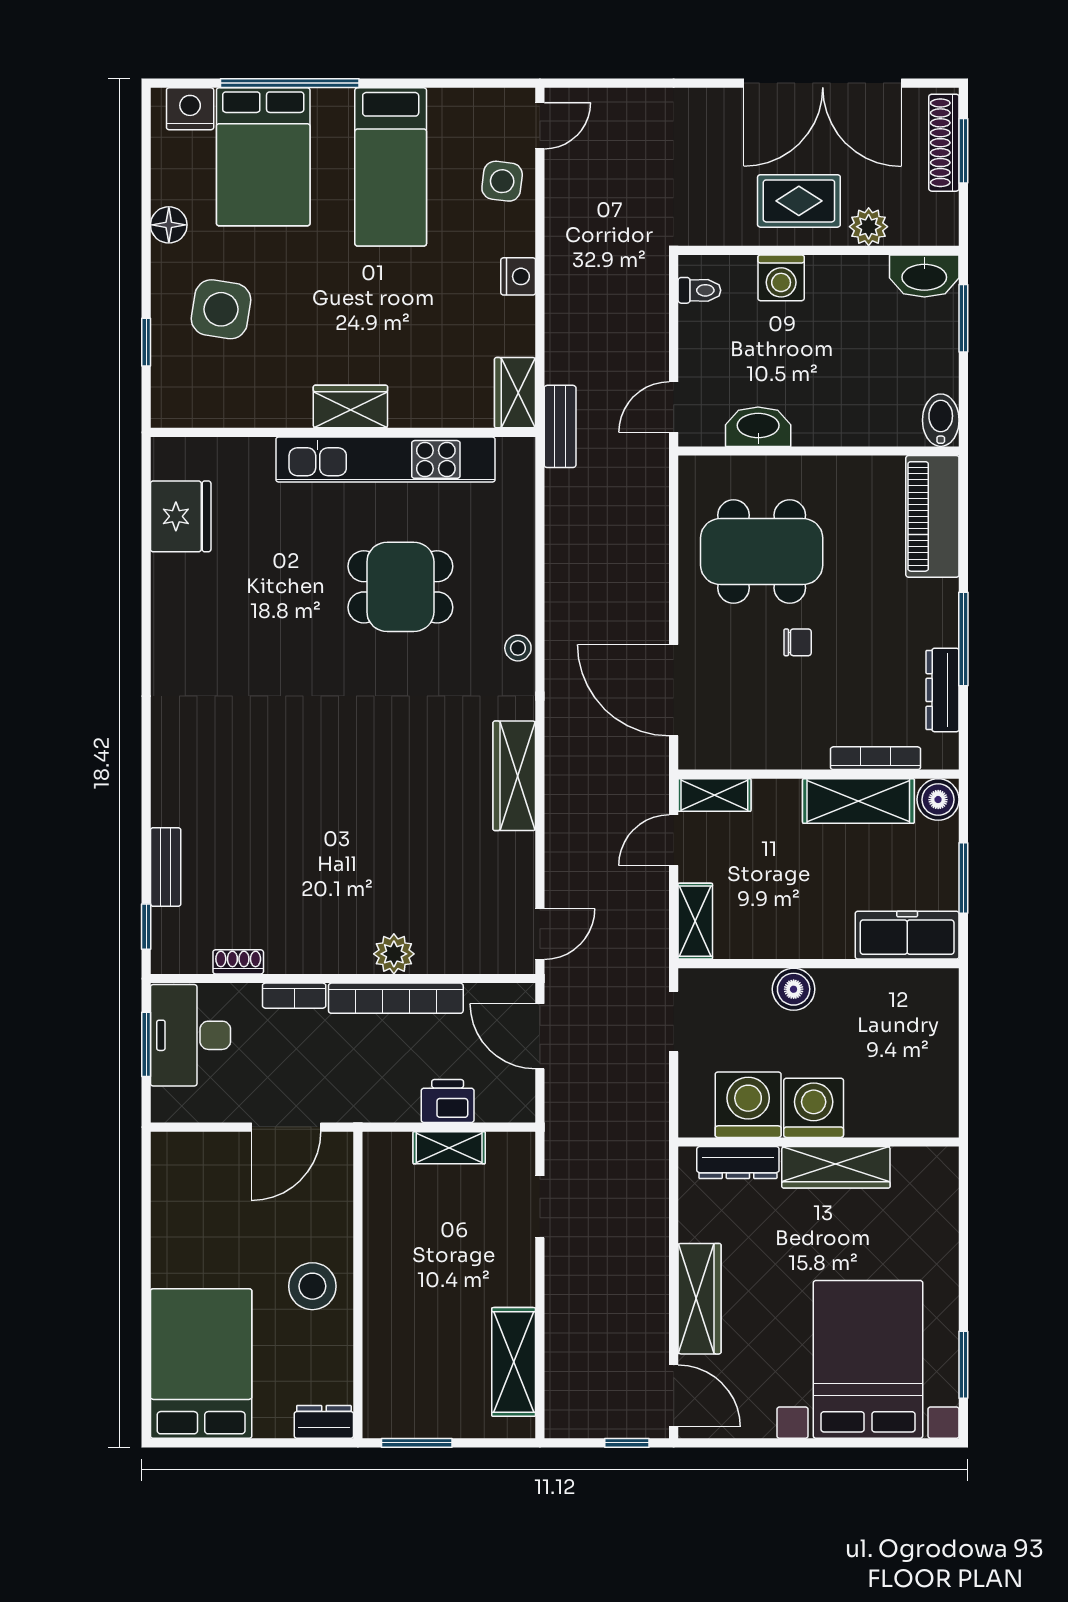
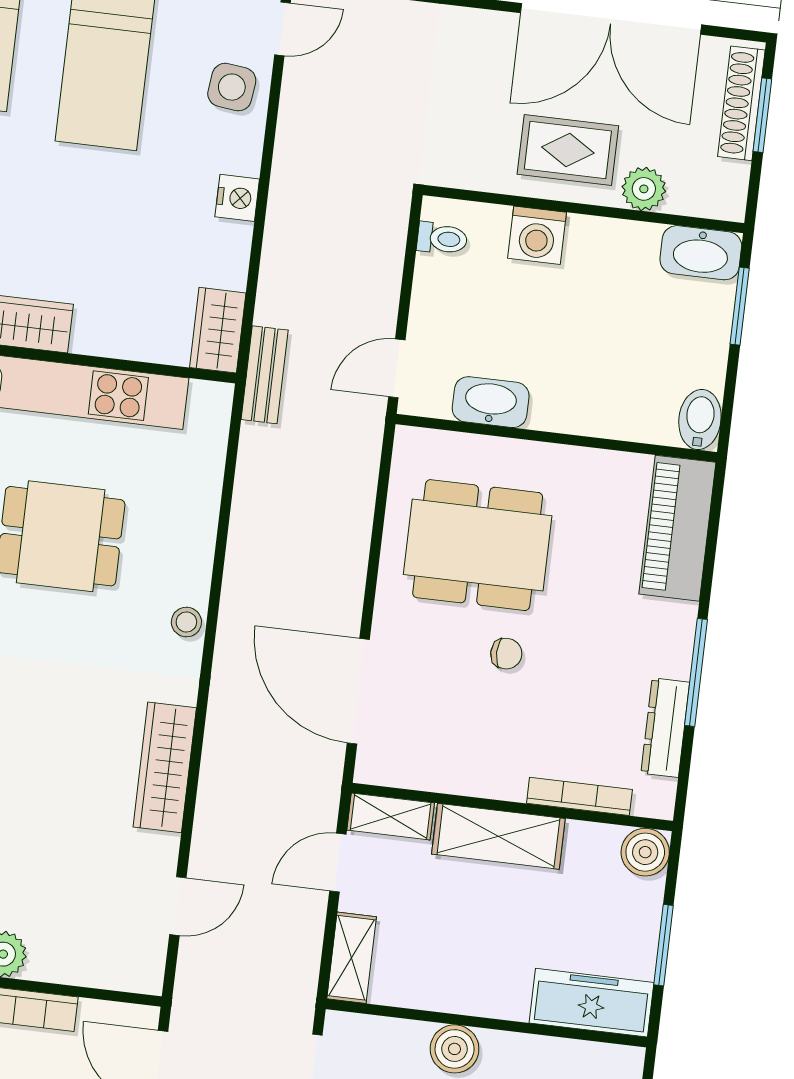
shelving: (858, 801) -> (498, 836), moved
door: (540, 934) -> (178, 906), moved

